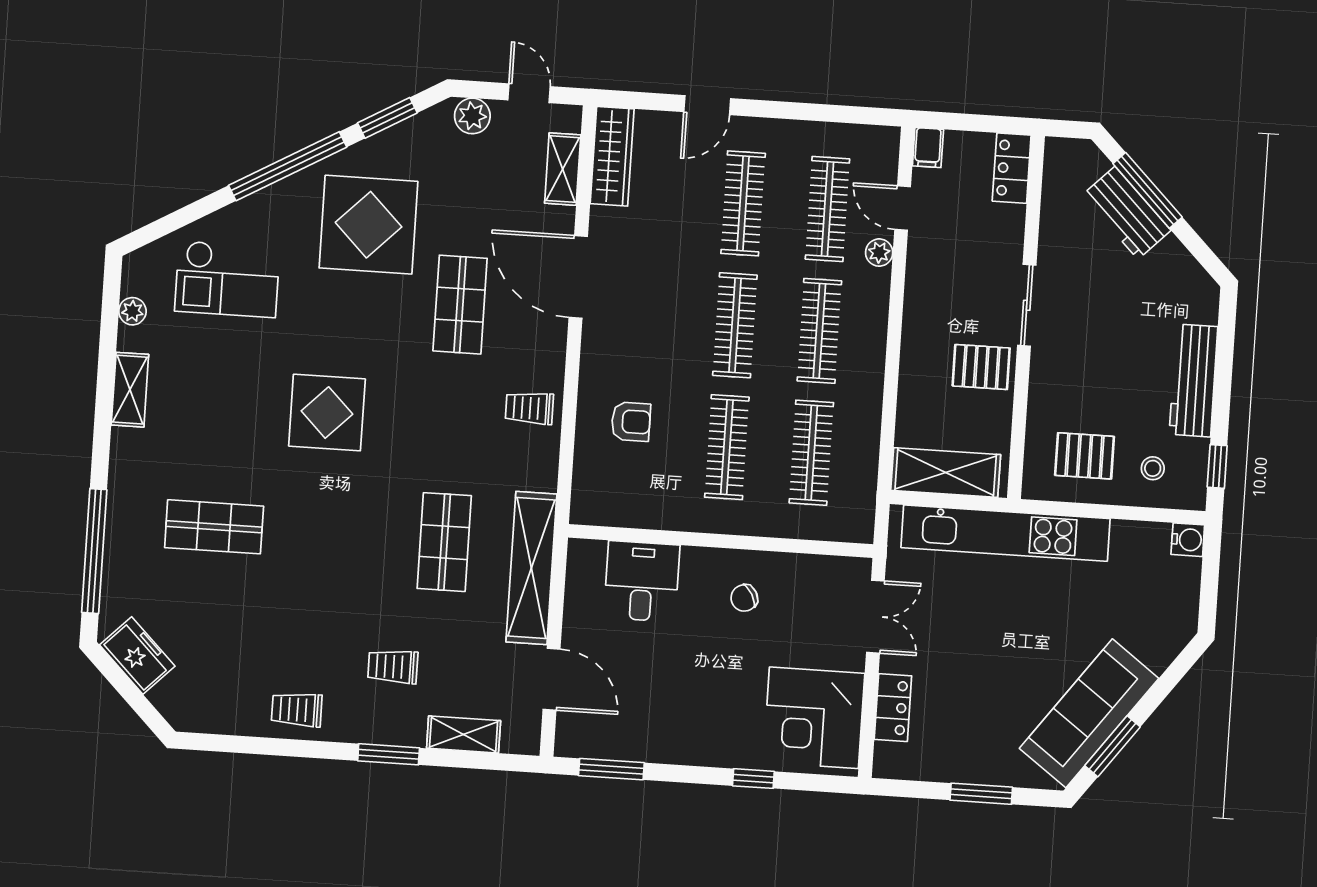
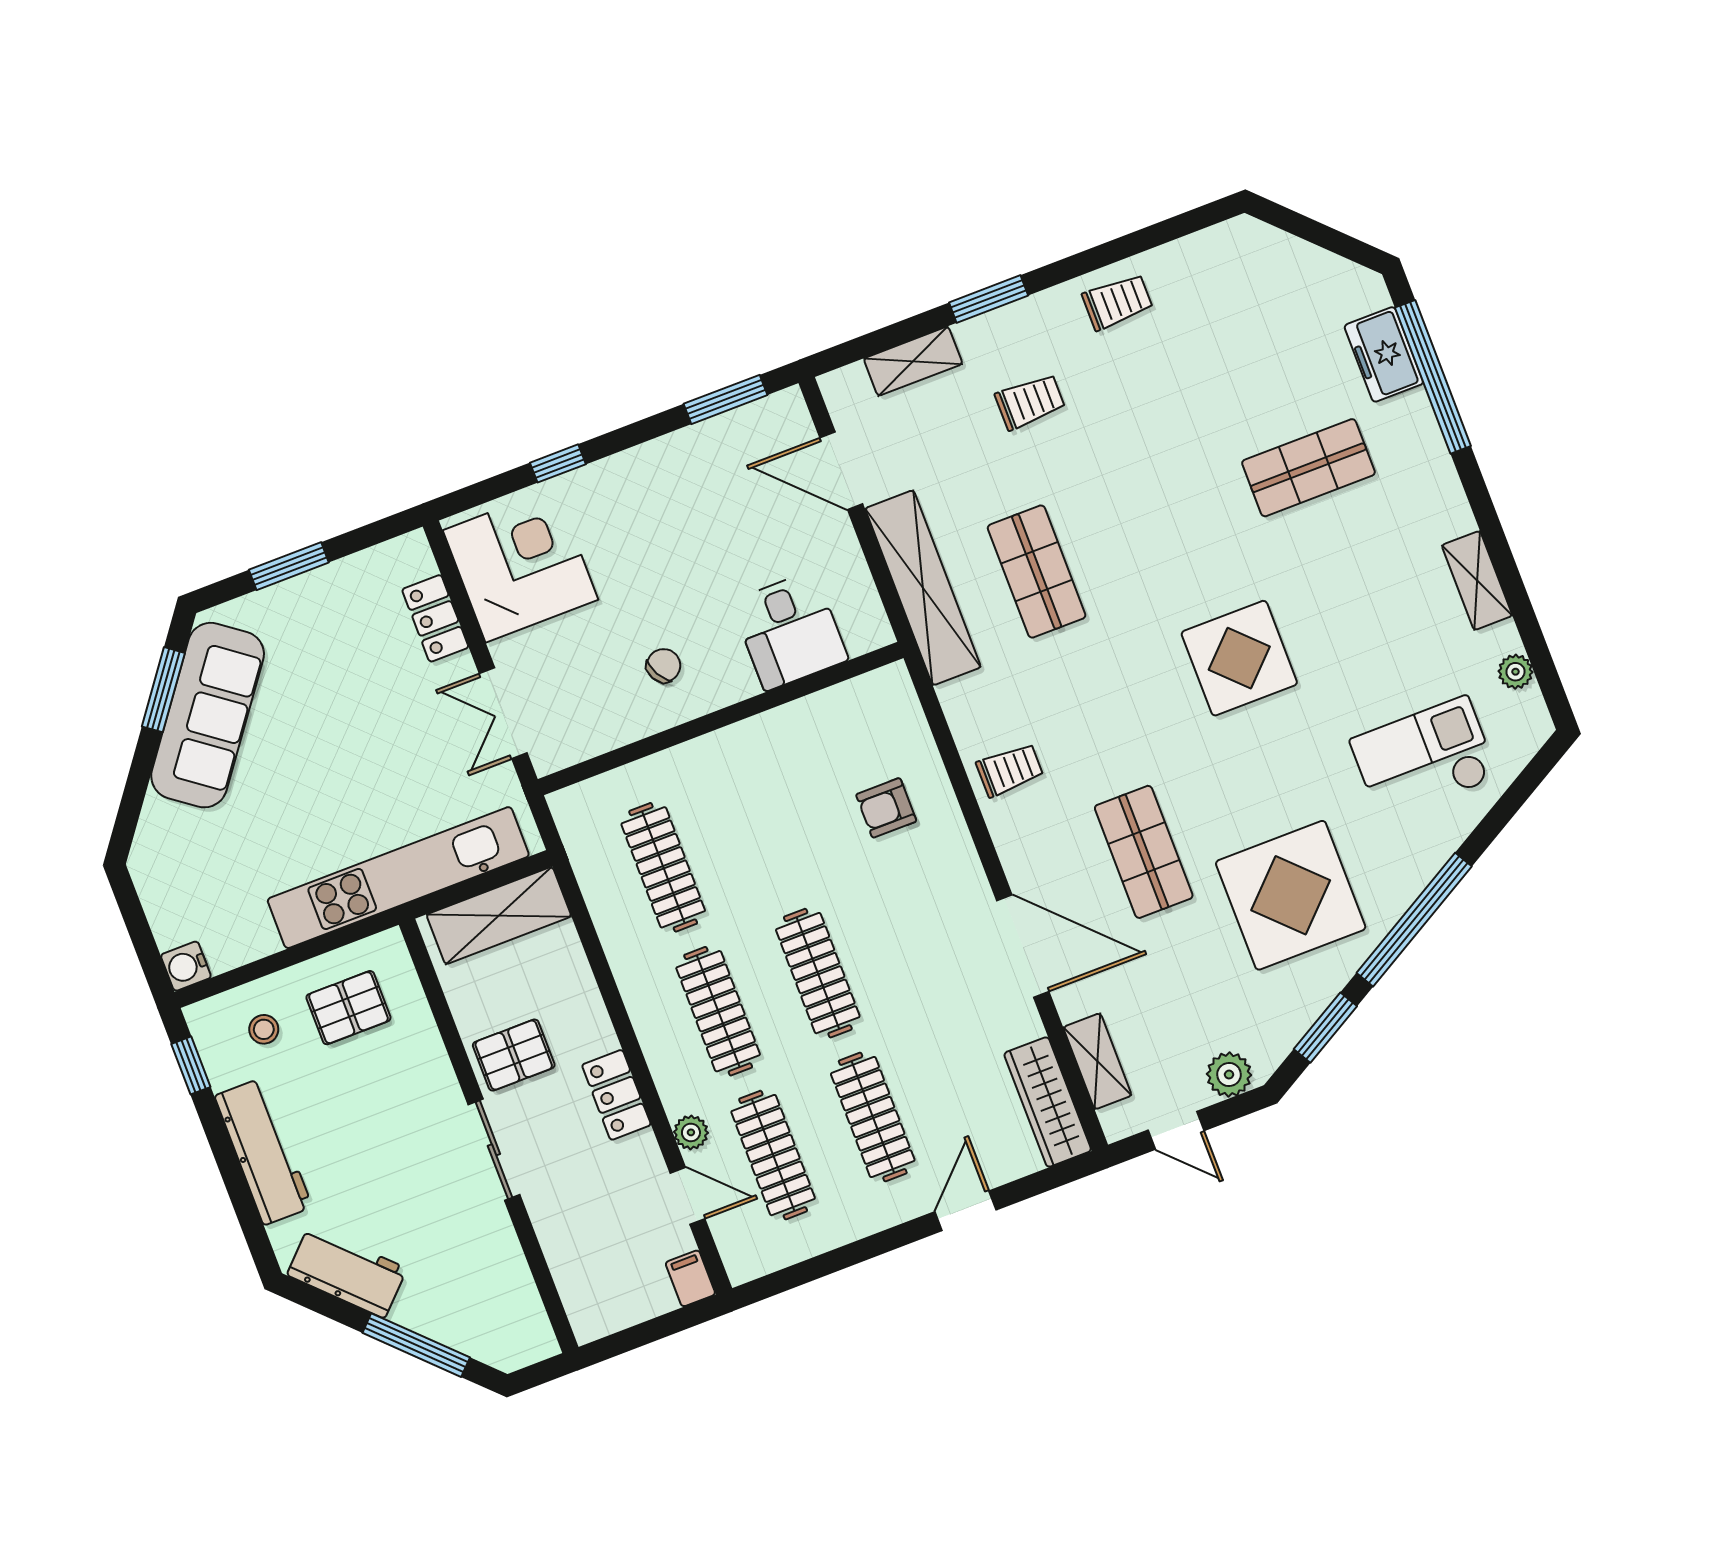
locker: (1012, 168) -> (616, 1095), moved, turned 180
workbench: (1126, 213) -> (347, 1272), moved
clothes rail: (727, 447) -> (763, 829), removed
freezer: (137, 655) -> (1384, 354), moved, turned 45

